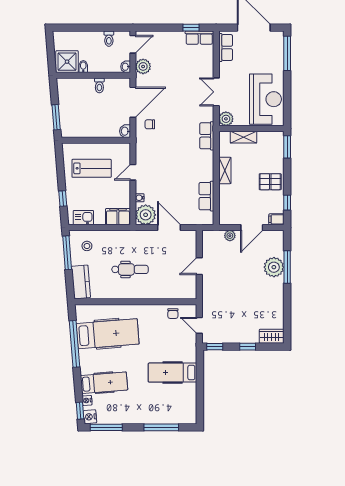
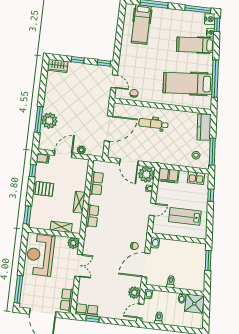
row of seats: (207, 136) -> (92, 216), moved
door: (199, 266) -> (109, 128), width x1.88
dental chair: (130, 269) -> (153, 124), moved
hospital bed: (173, 373) -> (141, 24), moved, turned 90

